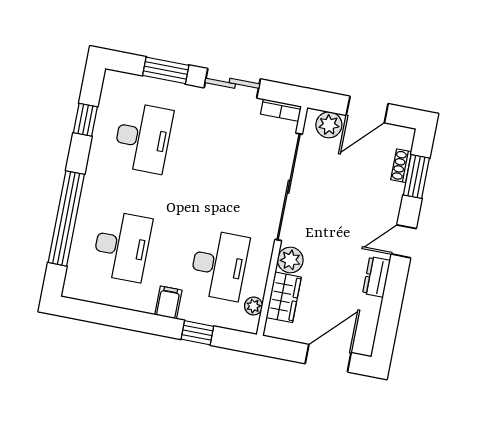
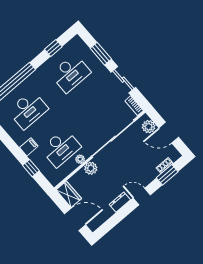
wardrobe: (284, 297) -> (69, 194), moved, turned -90
plant: (254, 306) -> (80, 159), moved

